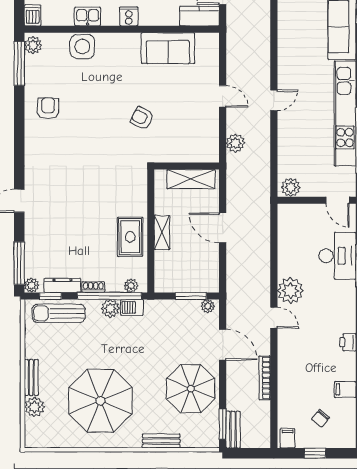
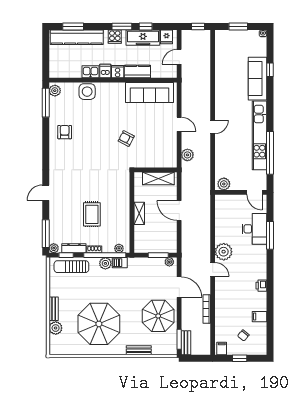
dishwasher: (33, 15) -> (105, 71), moved
kitchen counter: (199, 16) -> (137, 72), moved
sofa: (168, 48) -> (150, 93), width x1.36
rug: (130, 237) -> (92, 214), moved

